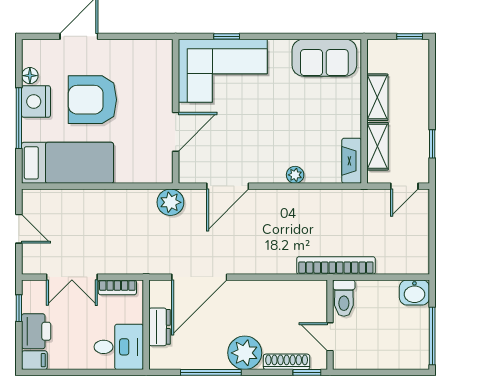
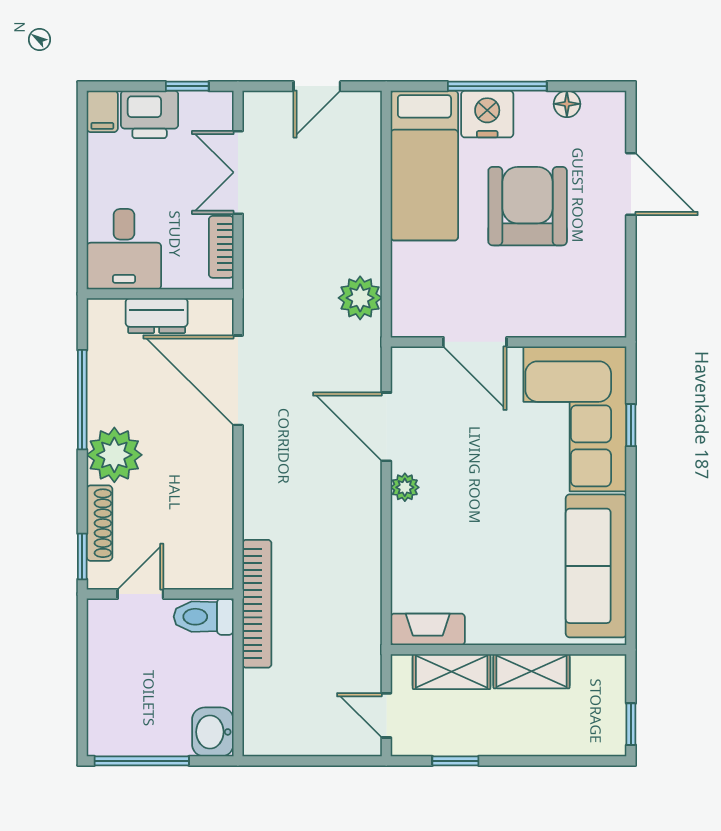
sofa: (324, 58) -> (596, 566), width x1.36
nightstand: (36, 102) -> (487, 114), moved
plant: (295, 175) -> (405, 487), moved
plant: (170, 202) -> (360, 298), moved

